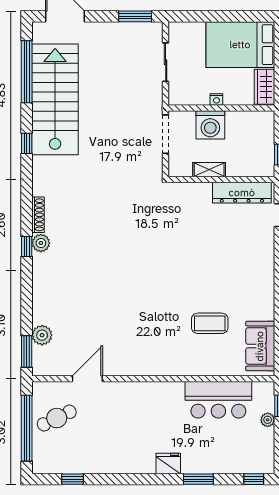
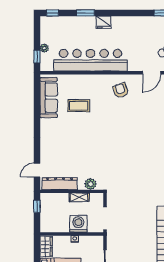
plant: (190, 192) -> (90, 184), added
sofa: (260, 346) -> (49, 98), width x1.36
armchair: (139, 349) -> (121, 90), added
bar counter: (218, 400) -> (91, 60), width x1.86

